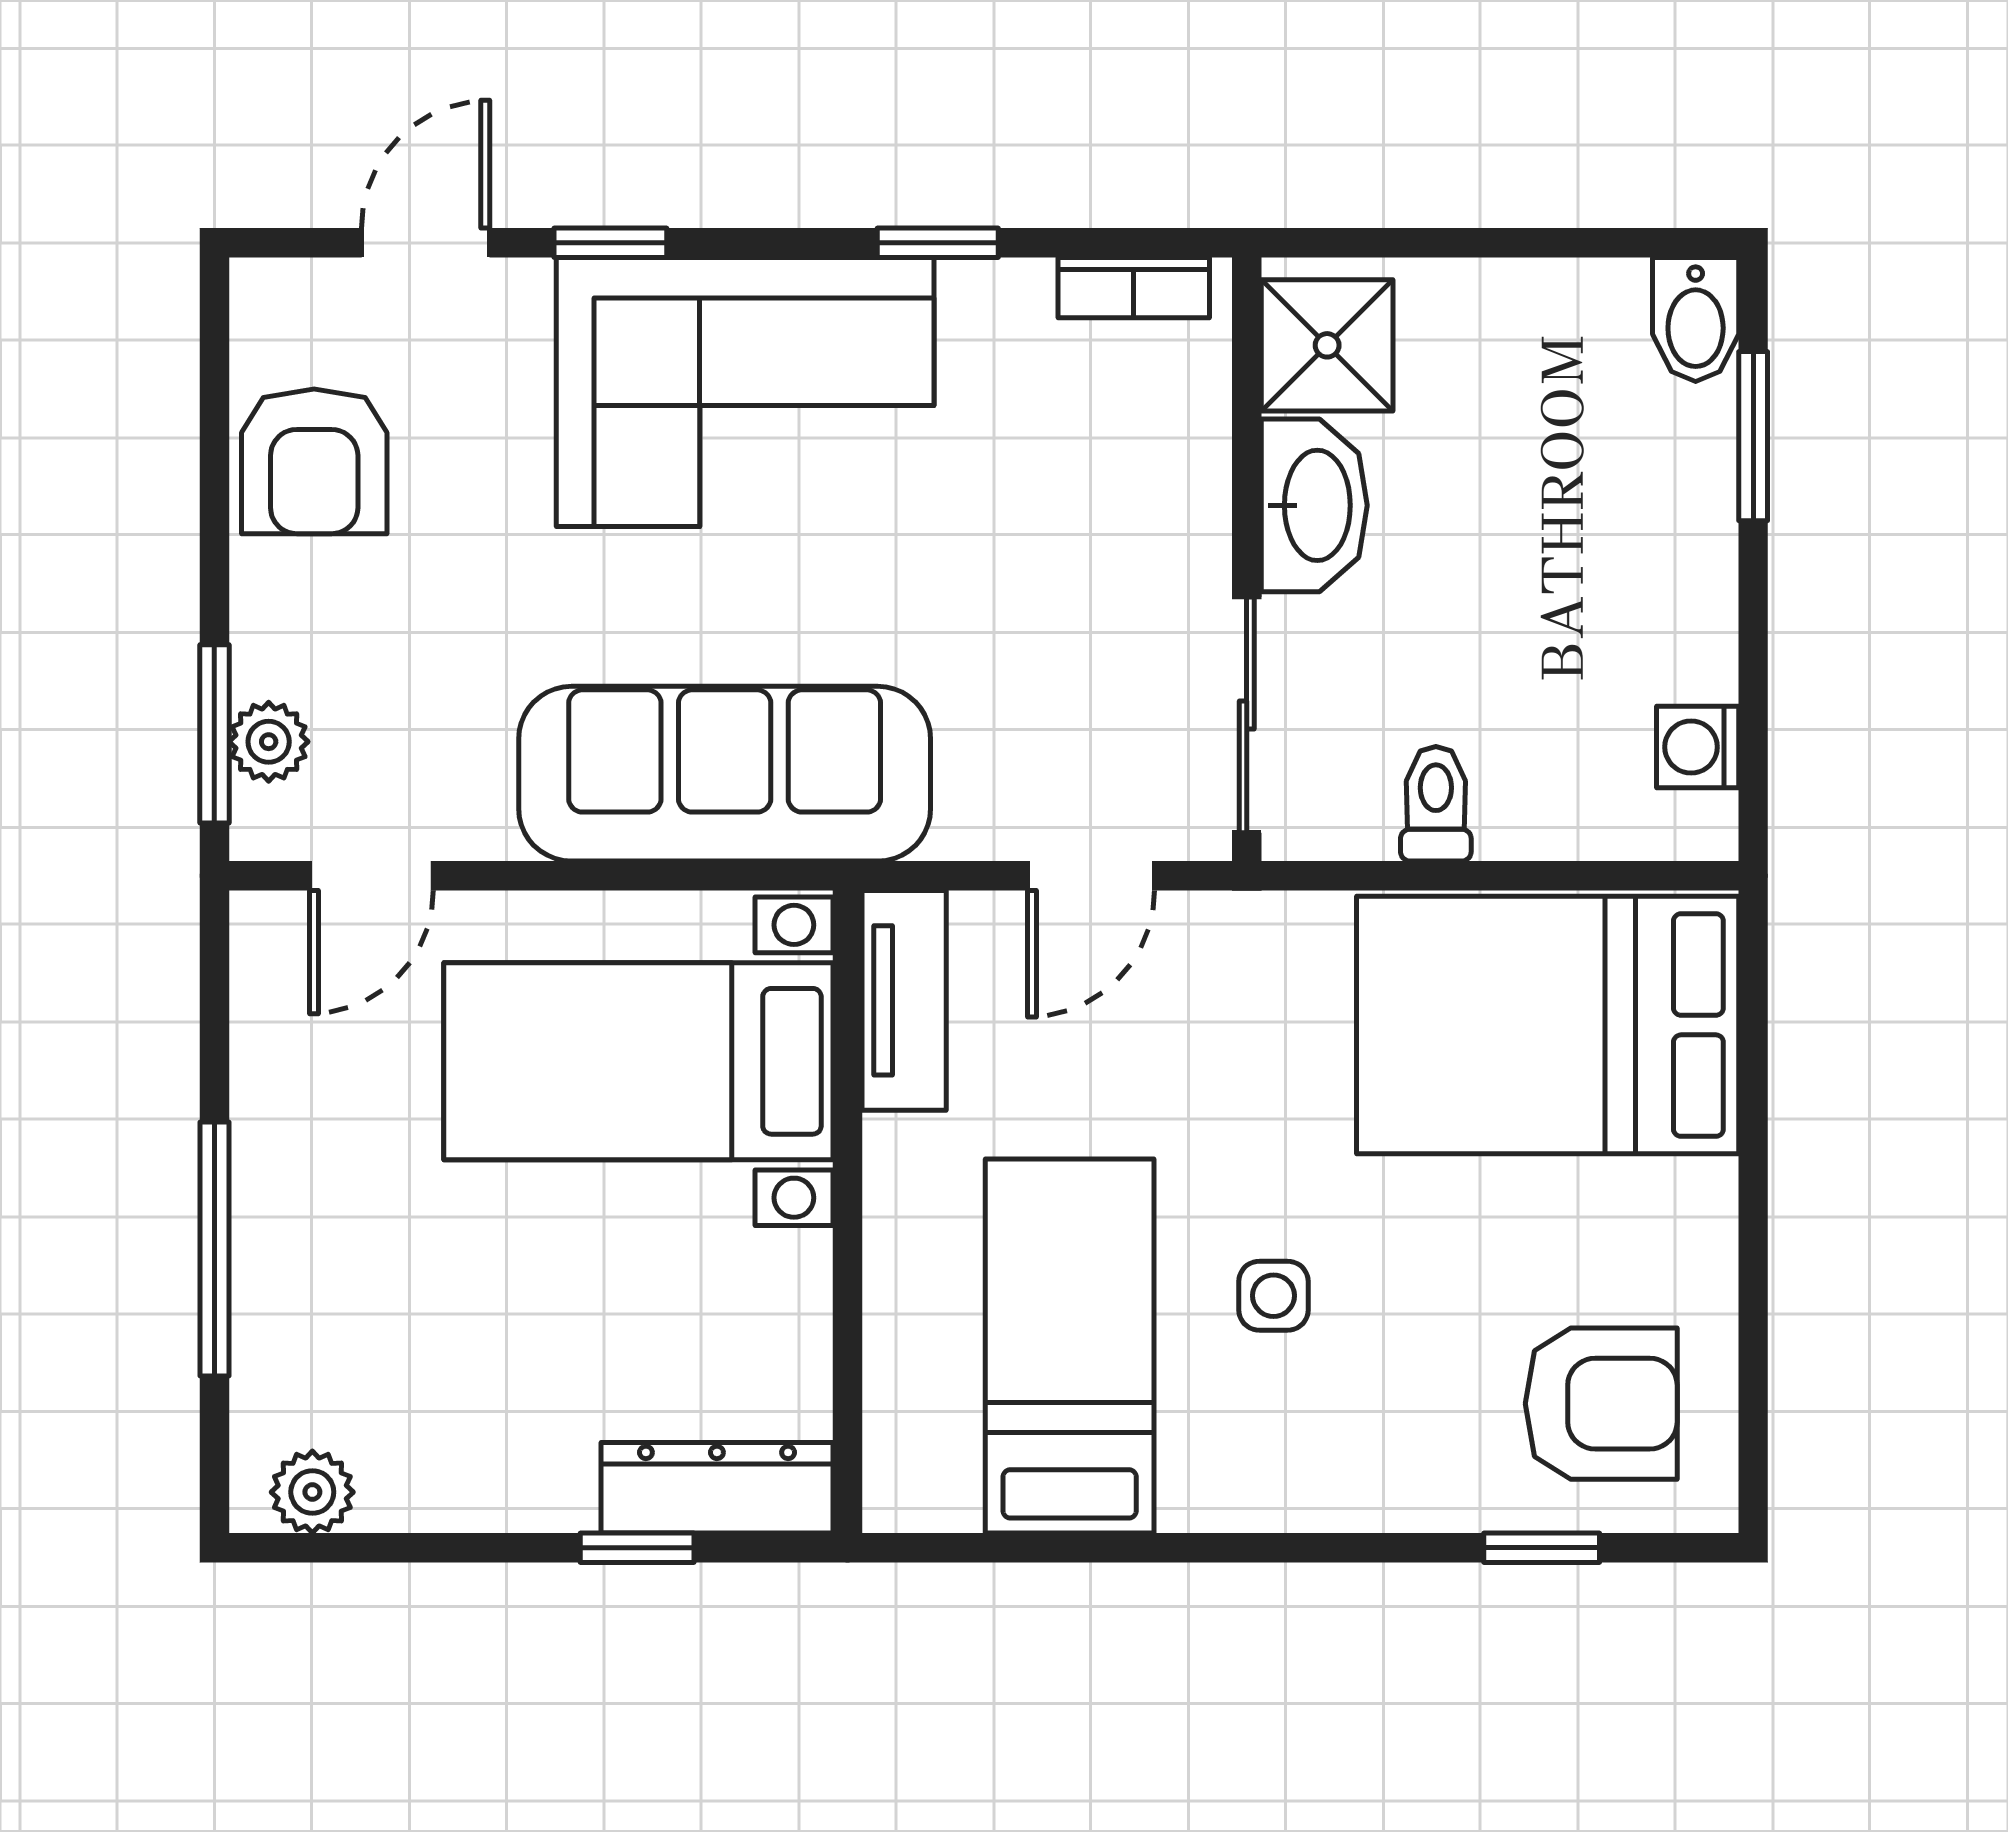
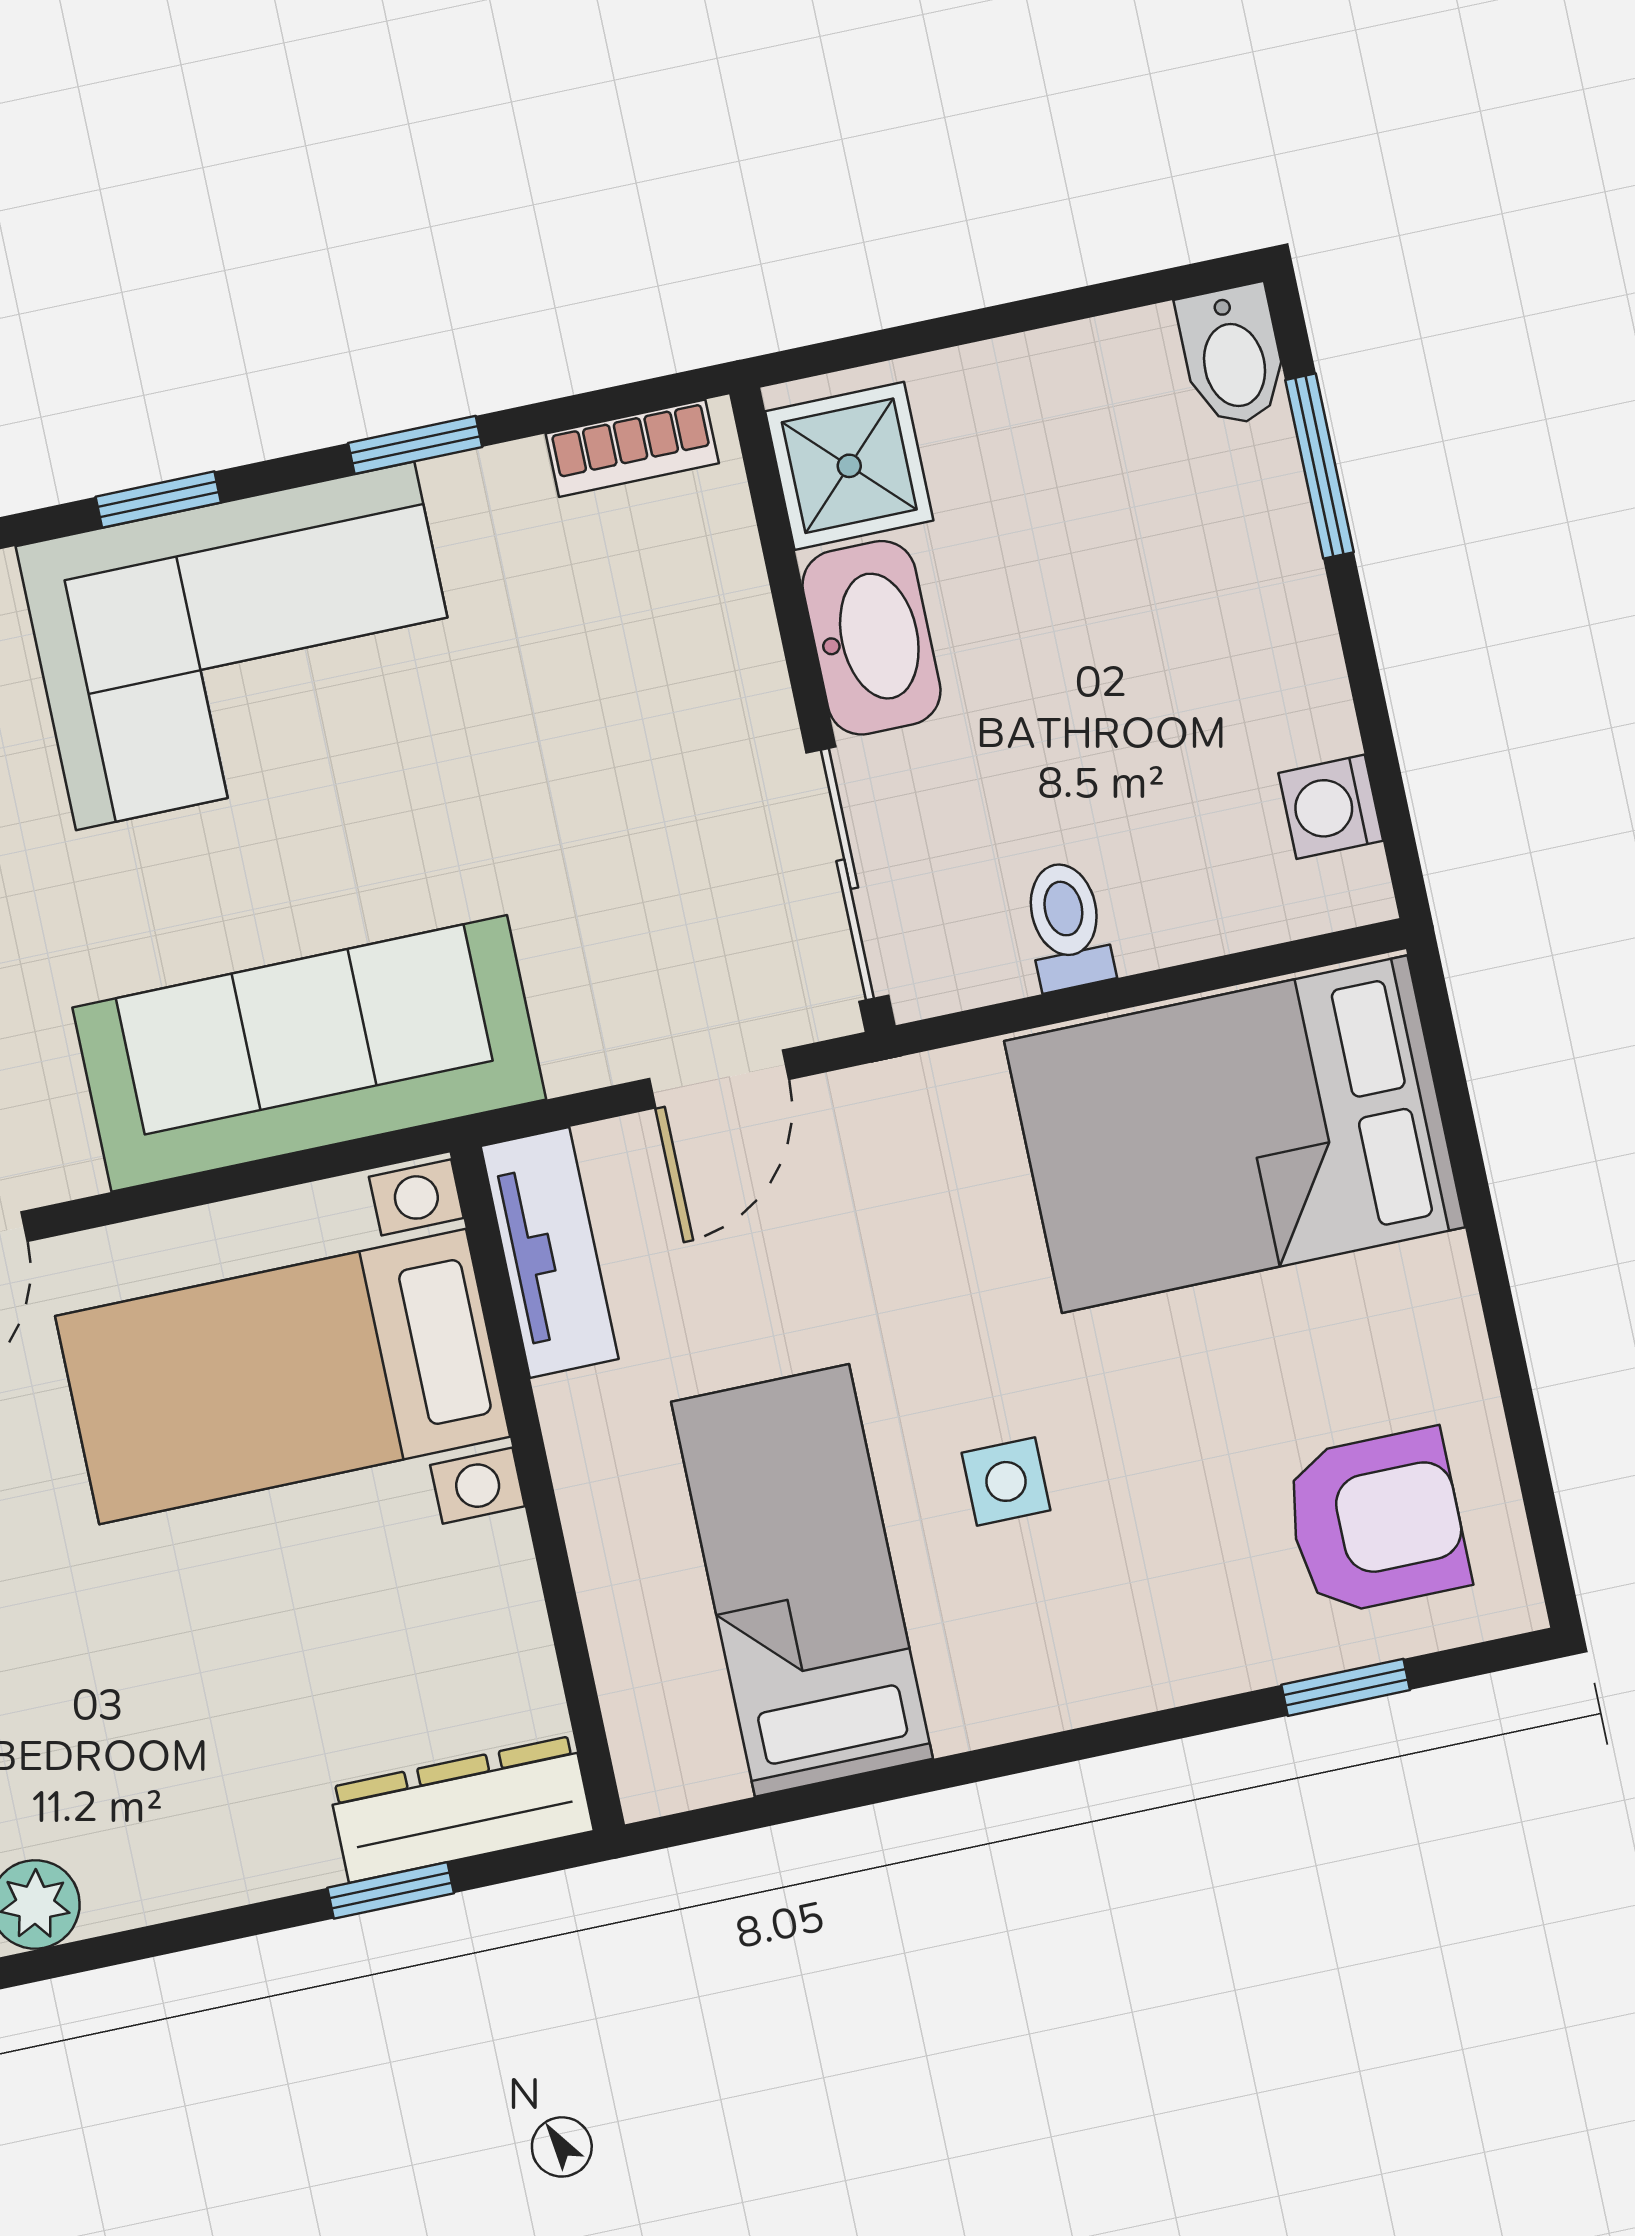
window: (610, 243) -> (158, 500), moved

